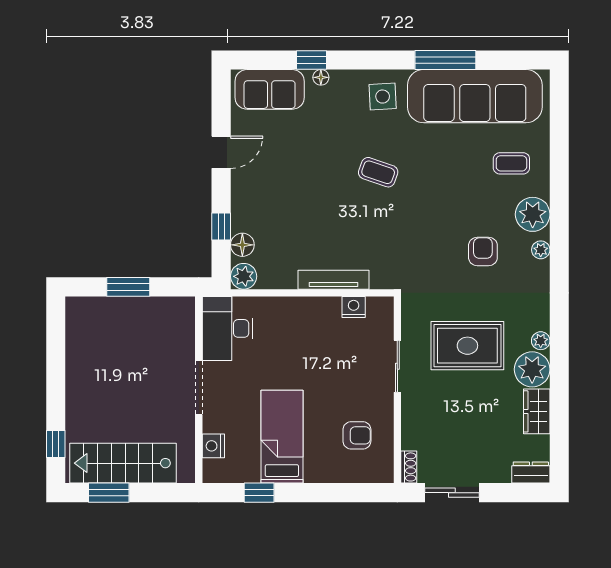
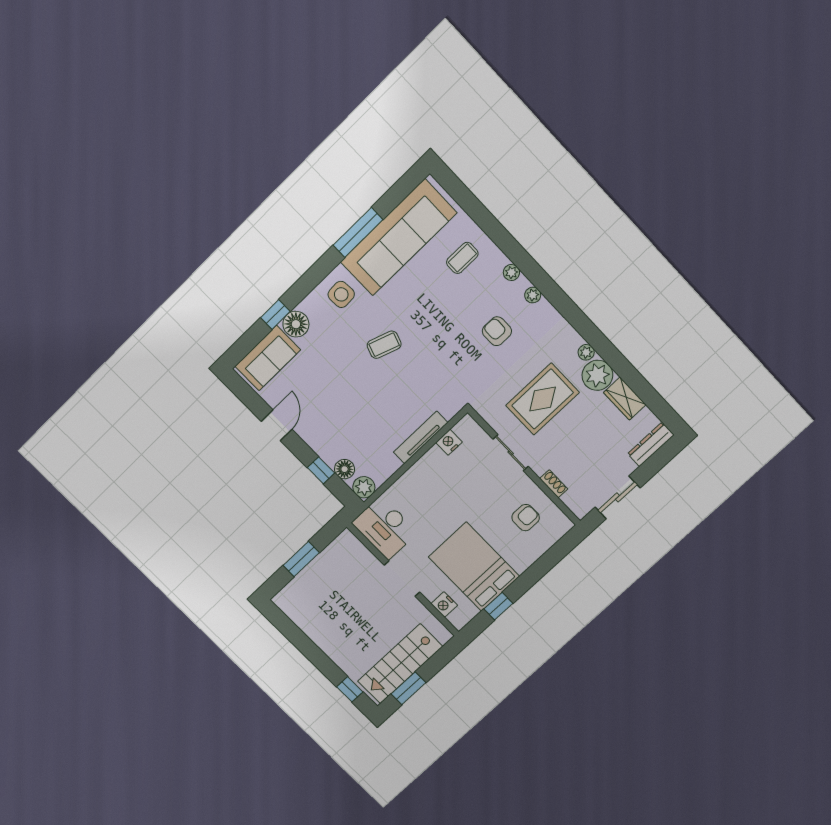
floor lamp: (321, 77) -> (296, 324), width x1.89, depth x1.89
plant: (533, 214) -> (511, 273), width x0.53, depth x0.53
bed: (282, 437) -> (474, 567), width x1.50
shoe rack: (409, 467) -> (554, 484), moved
dresser: (531, 472) -> (651, 444), width x1.44

